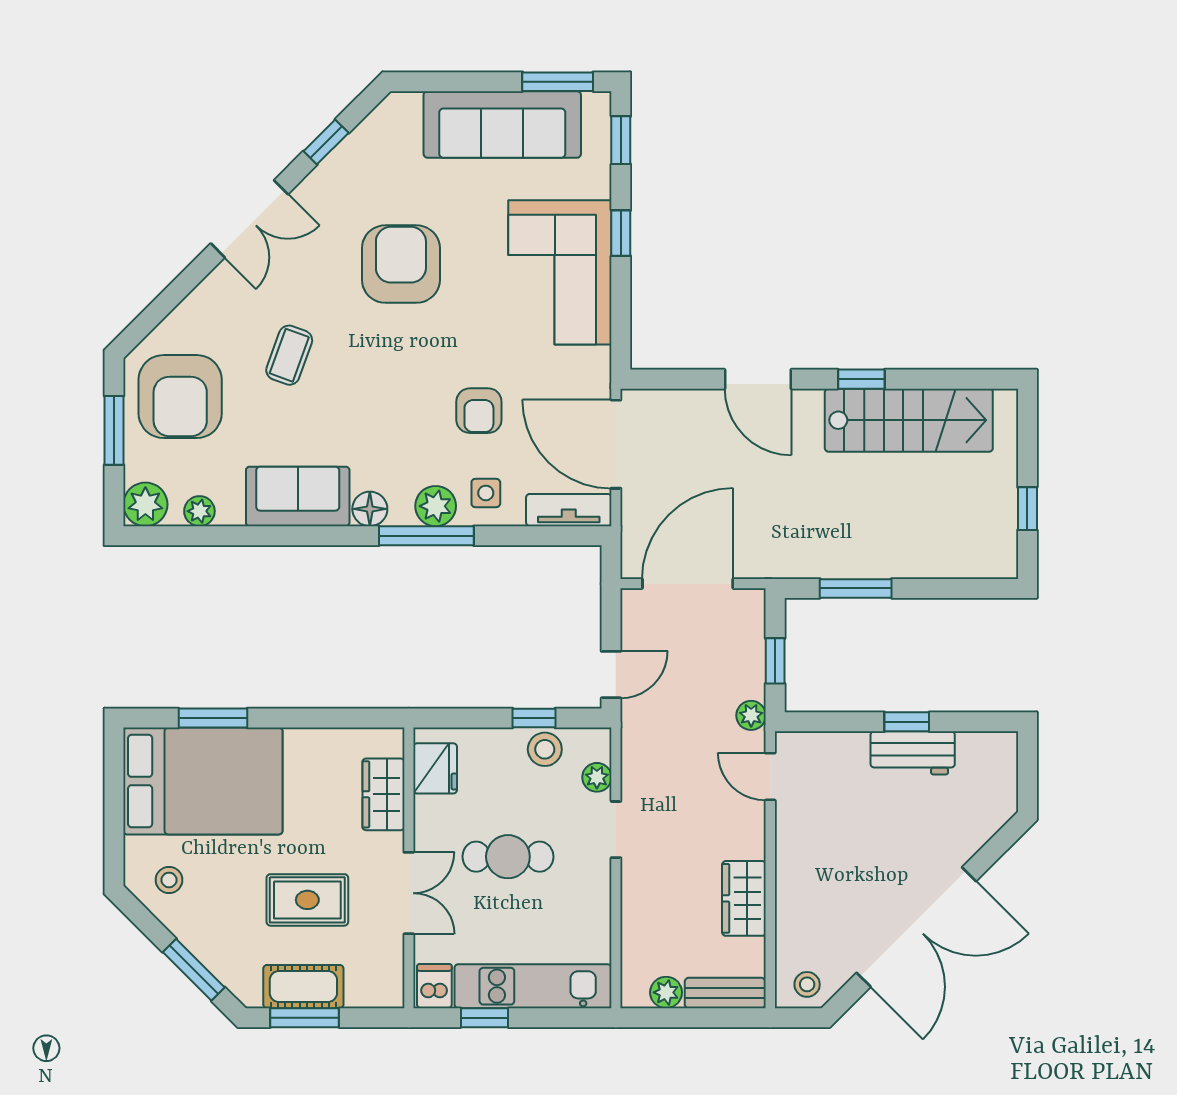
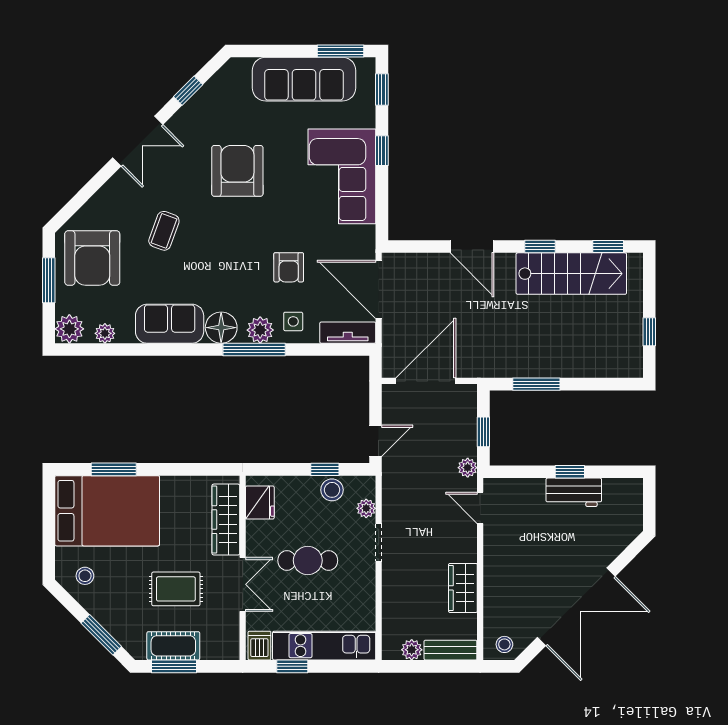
window: (965, 379) -> (608, 247), added
floor lamp: (370, 509) -> (221, 328), width x1.38, depth x1.38
wardrobe: (383, 794) -> (226, 520), width x1.50

